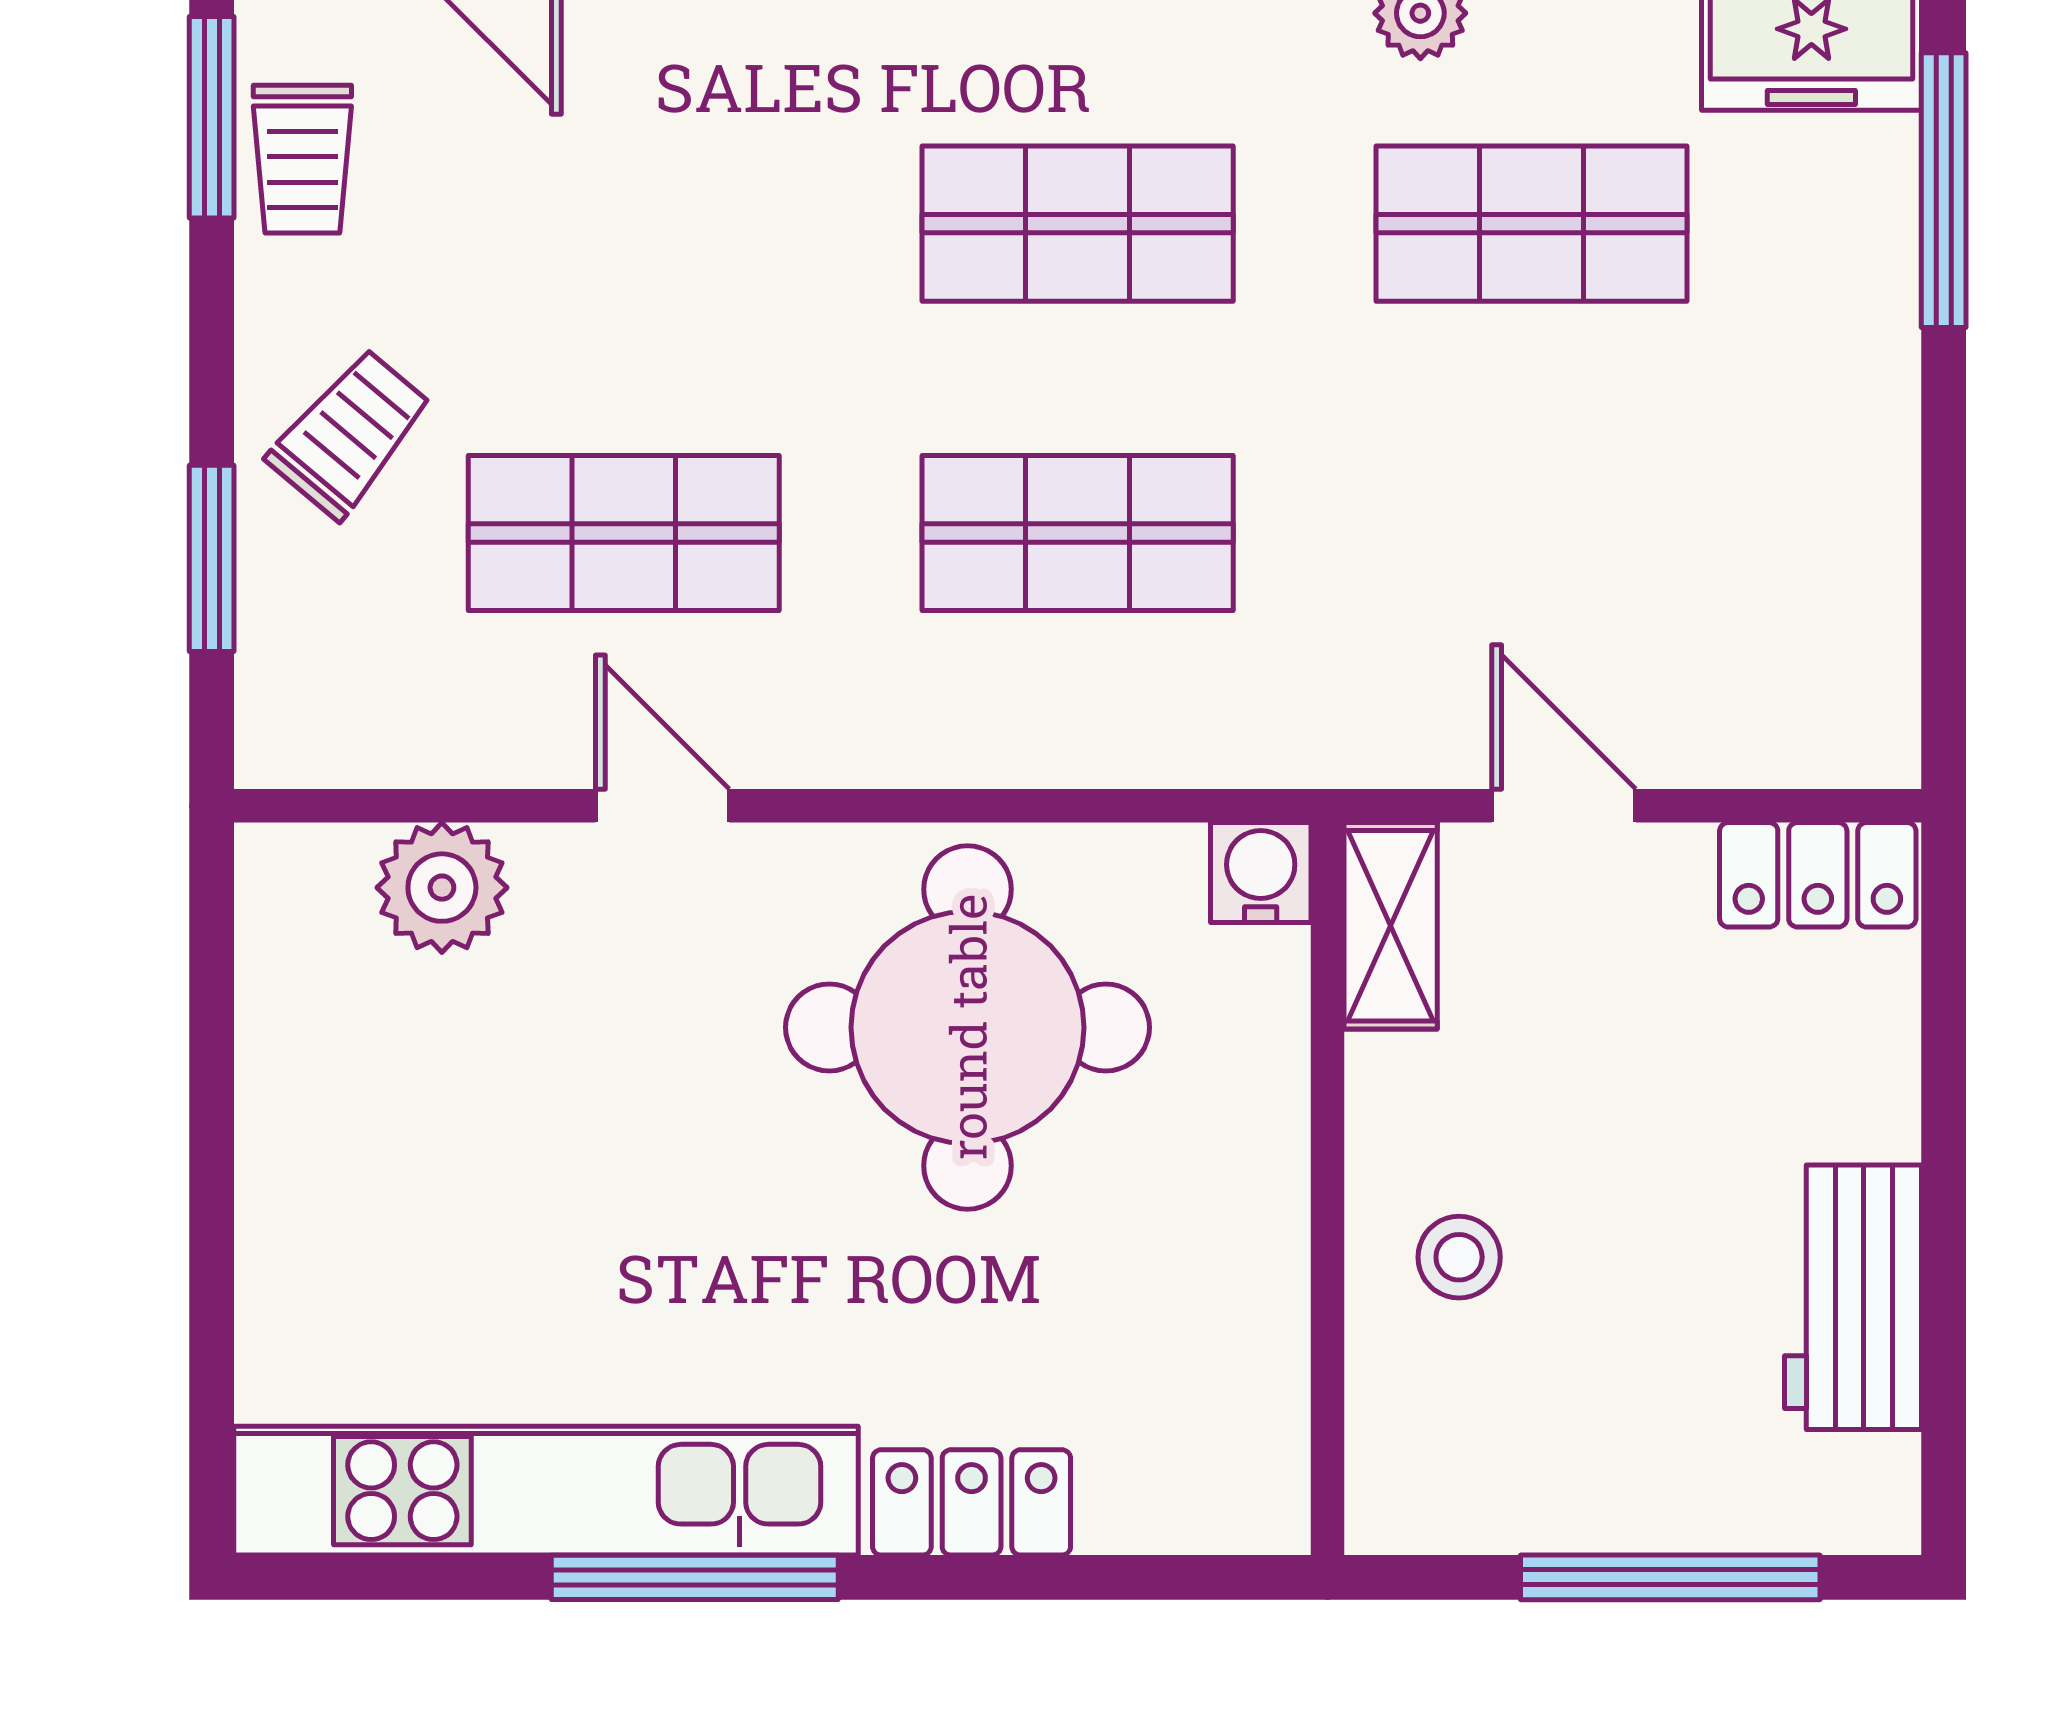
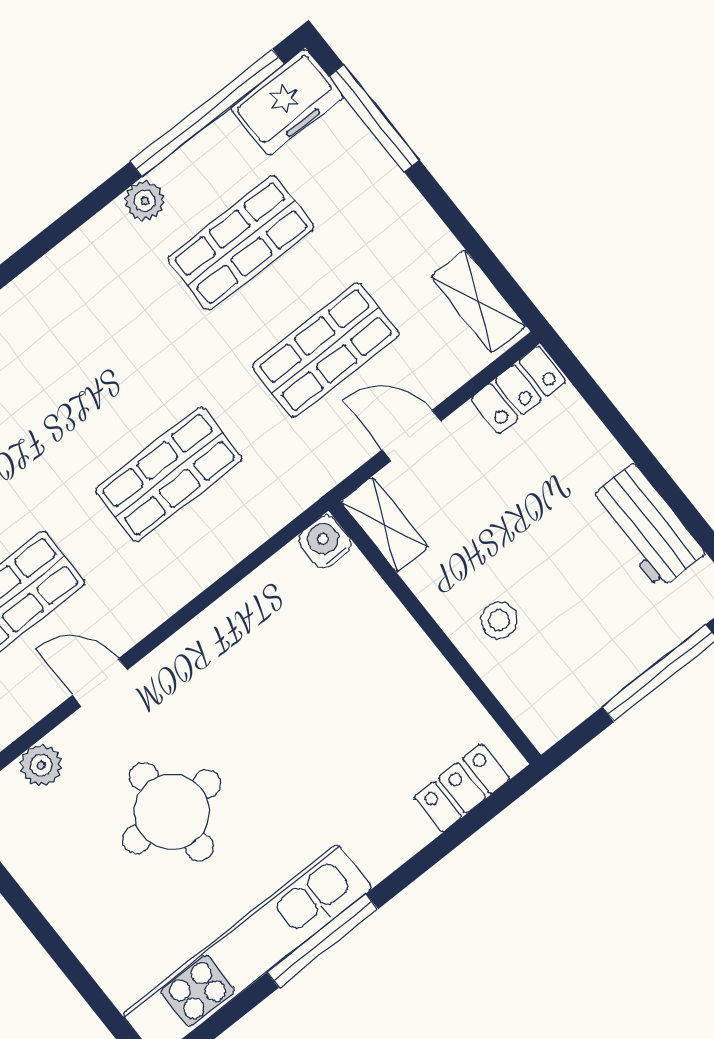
shop shelf: (1078, 224) -> (326, 350), moved
shelving: (1871, 662) -> (478, 301), added
plant: (442, 888) -> (41, 765), width x0.73, depth x0.73
round table: (967, 1027) -> (172, 812), moved, width x0.73, depth x0.73
locker: (972, 1502) -> (462, 788), moved

